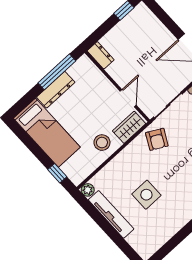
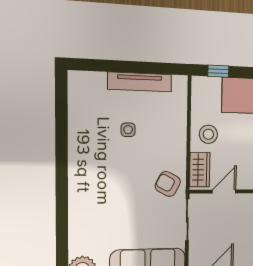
door: (128, 98) -> (224, 192), swing flipped
plant: (88, 190) -> (180, 83), removed
side table: (146, 195) -> (128, 130), width x0.54, depth x0.54

